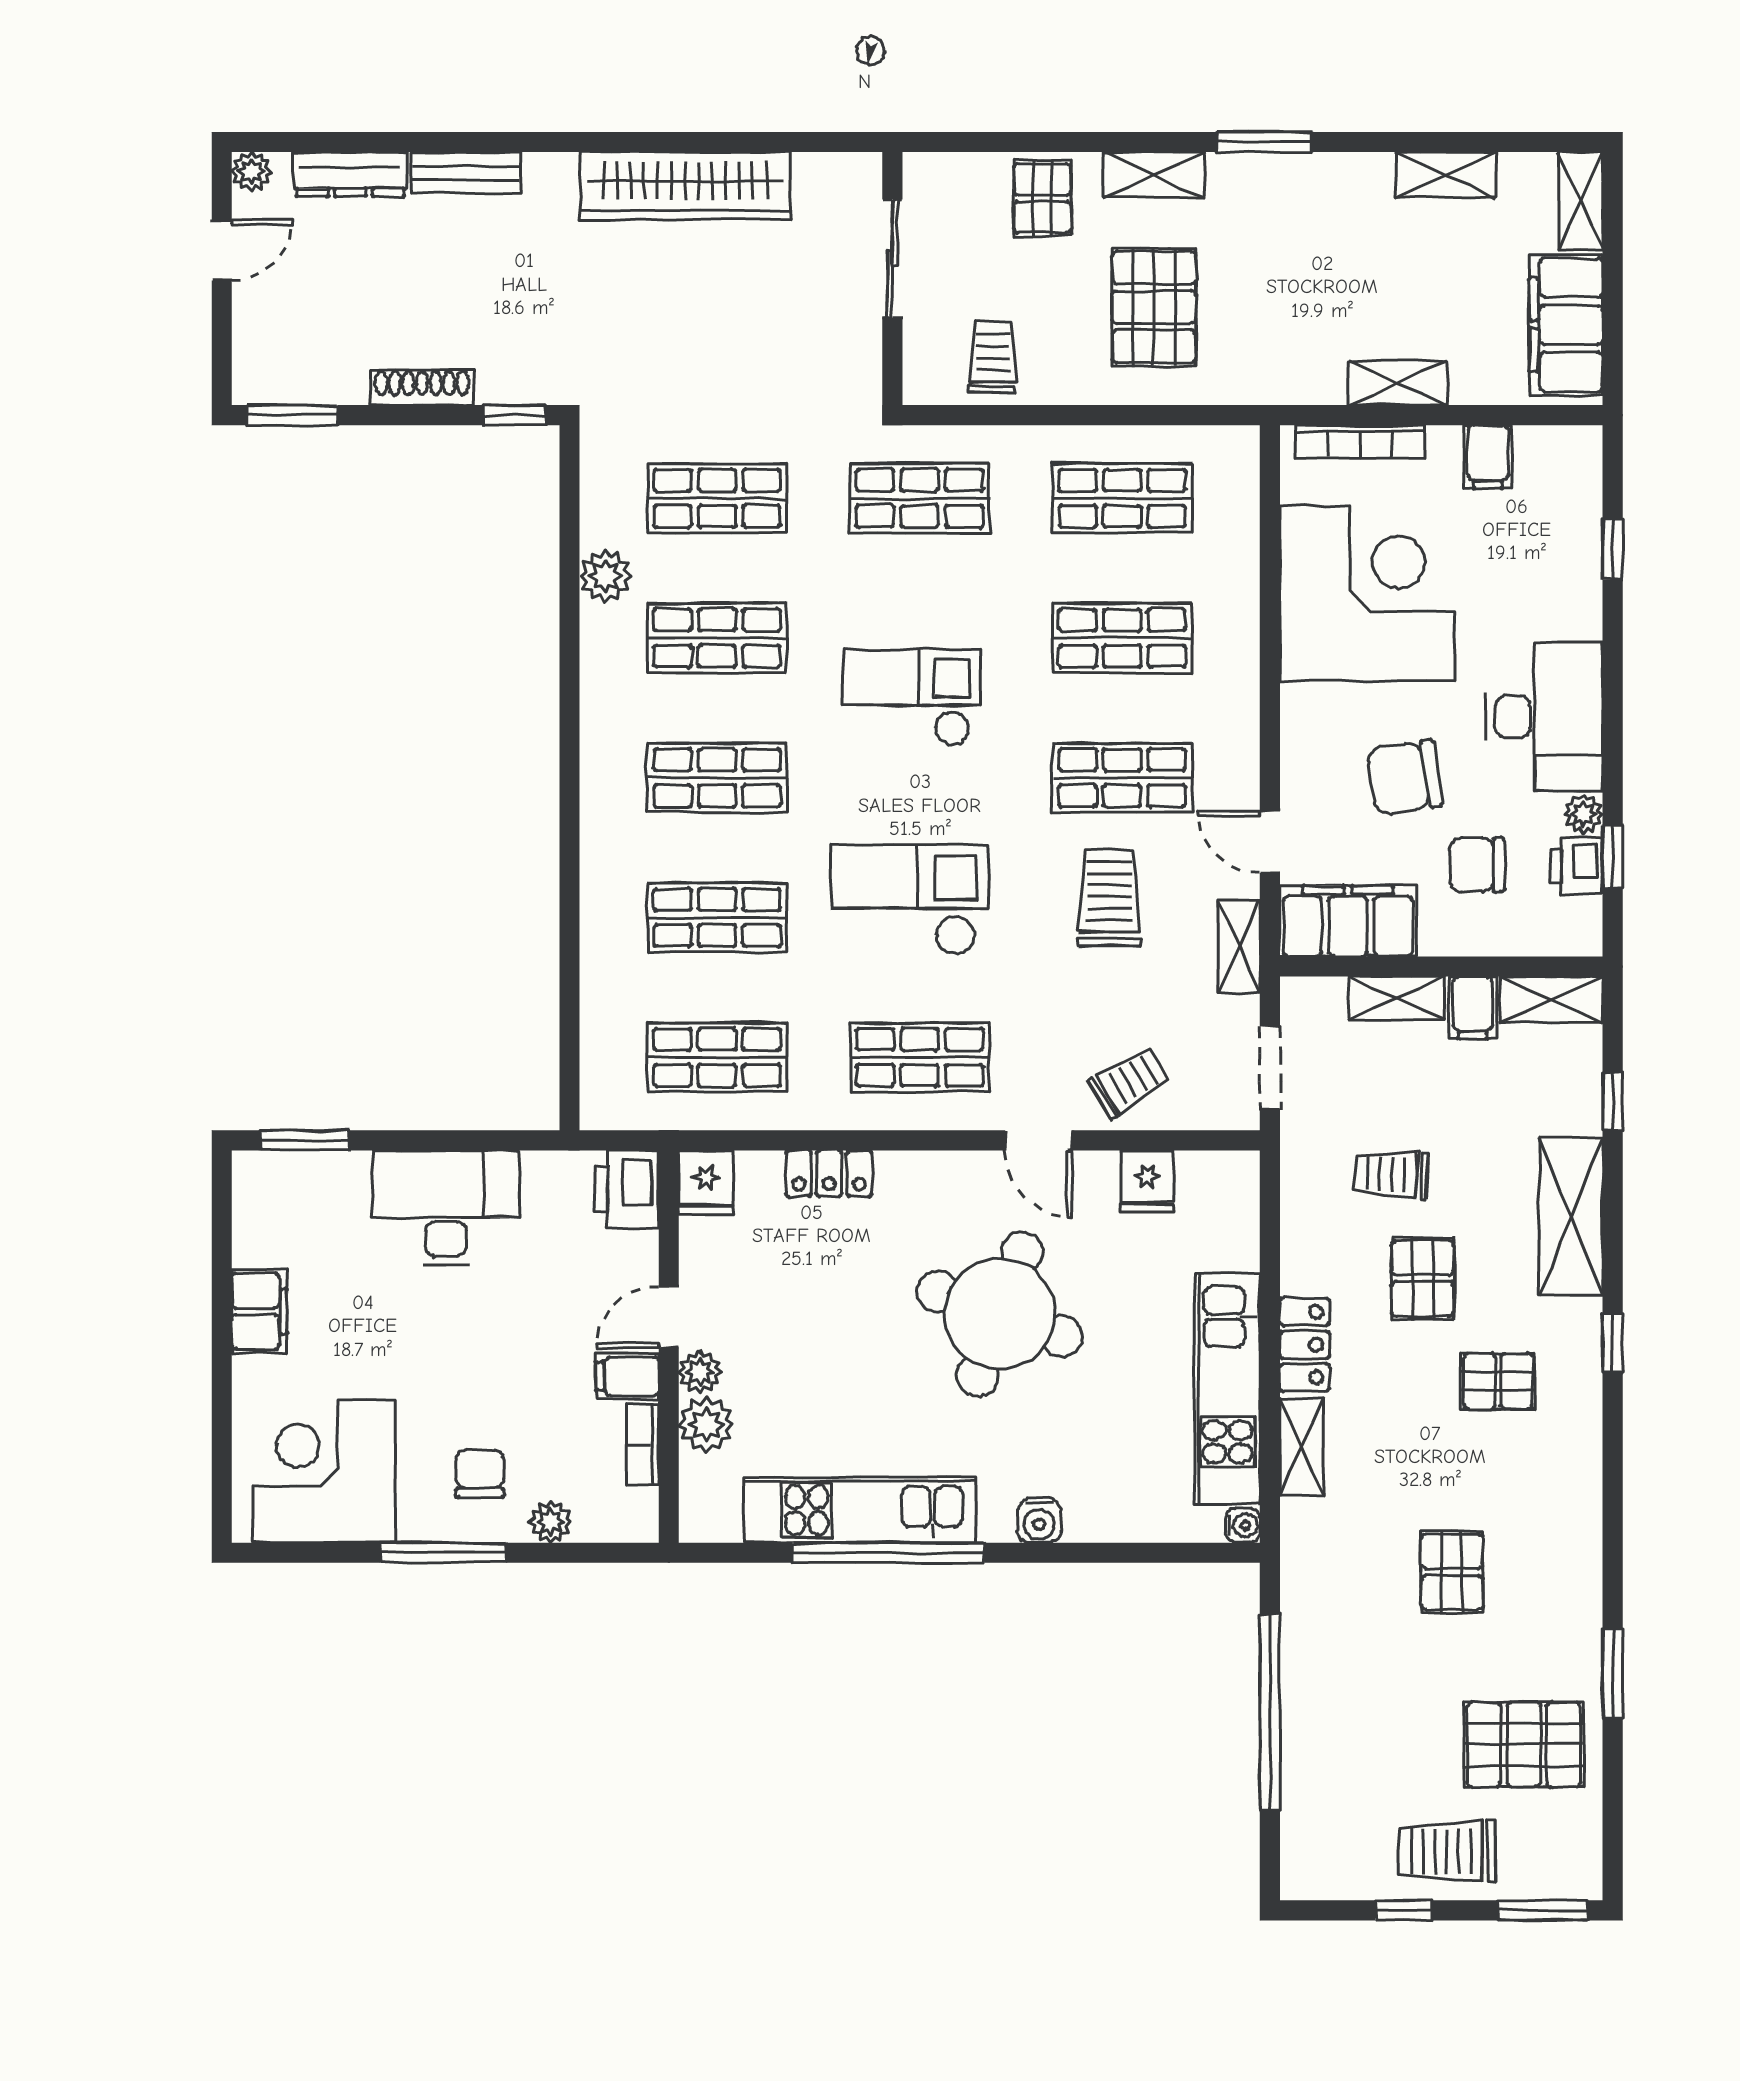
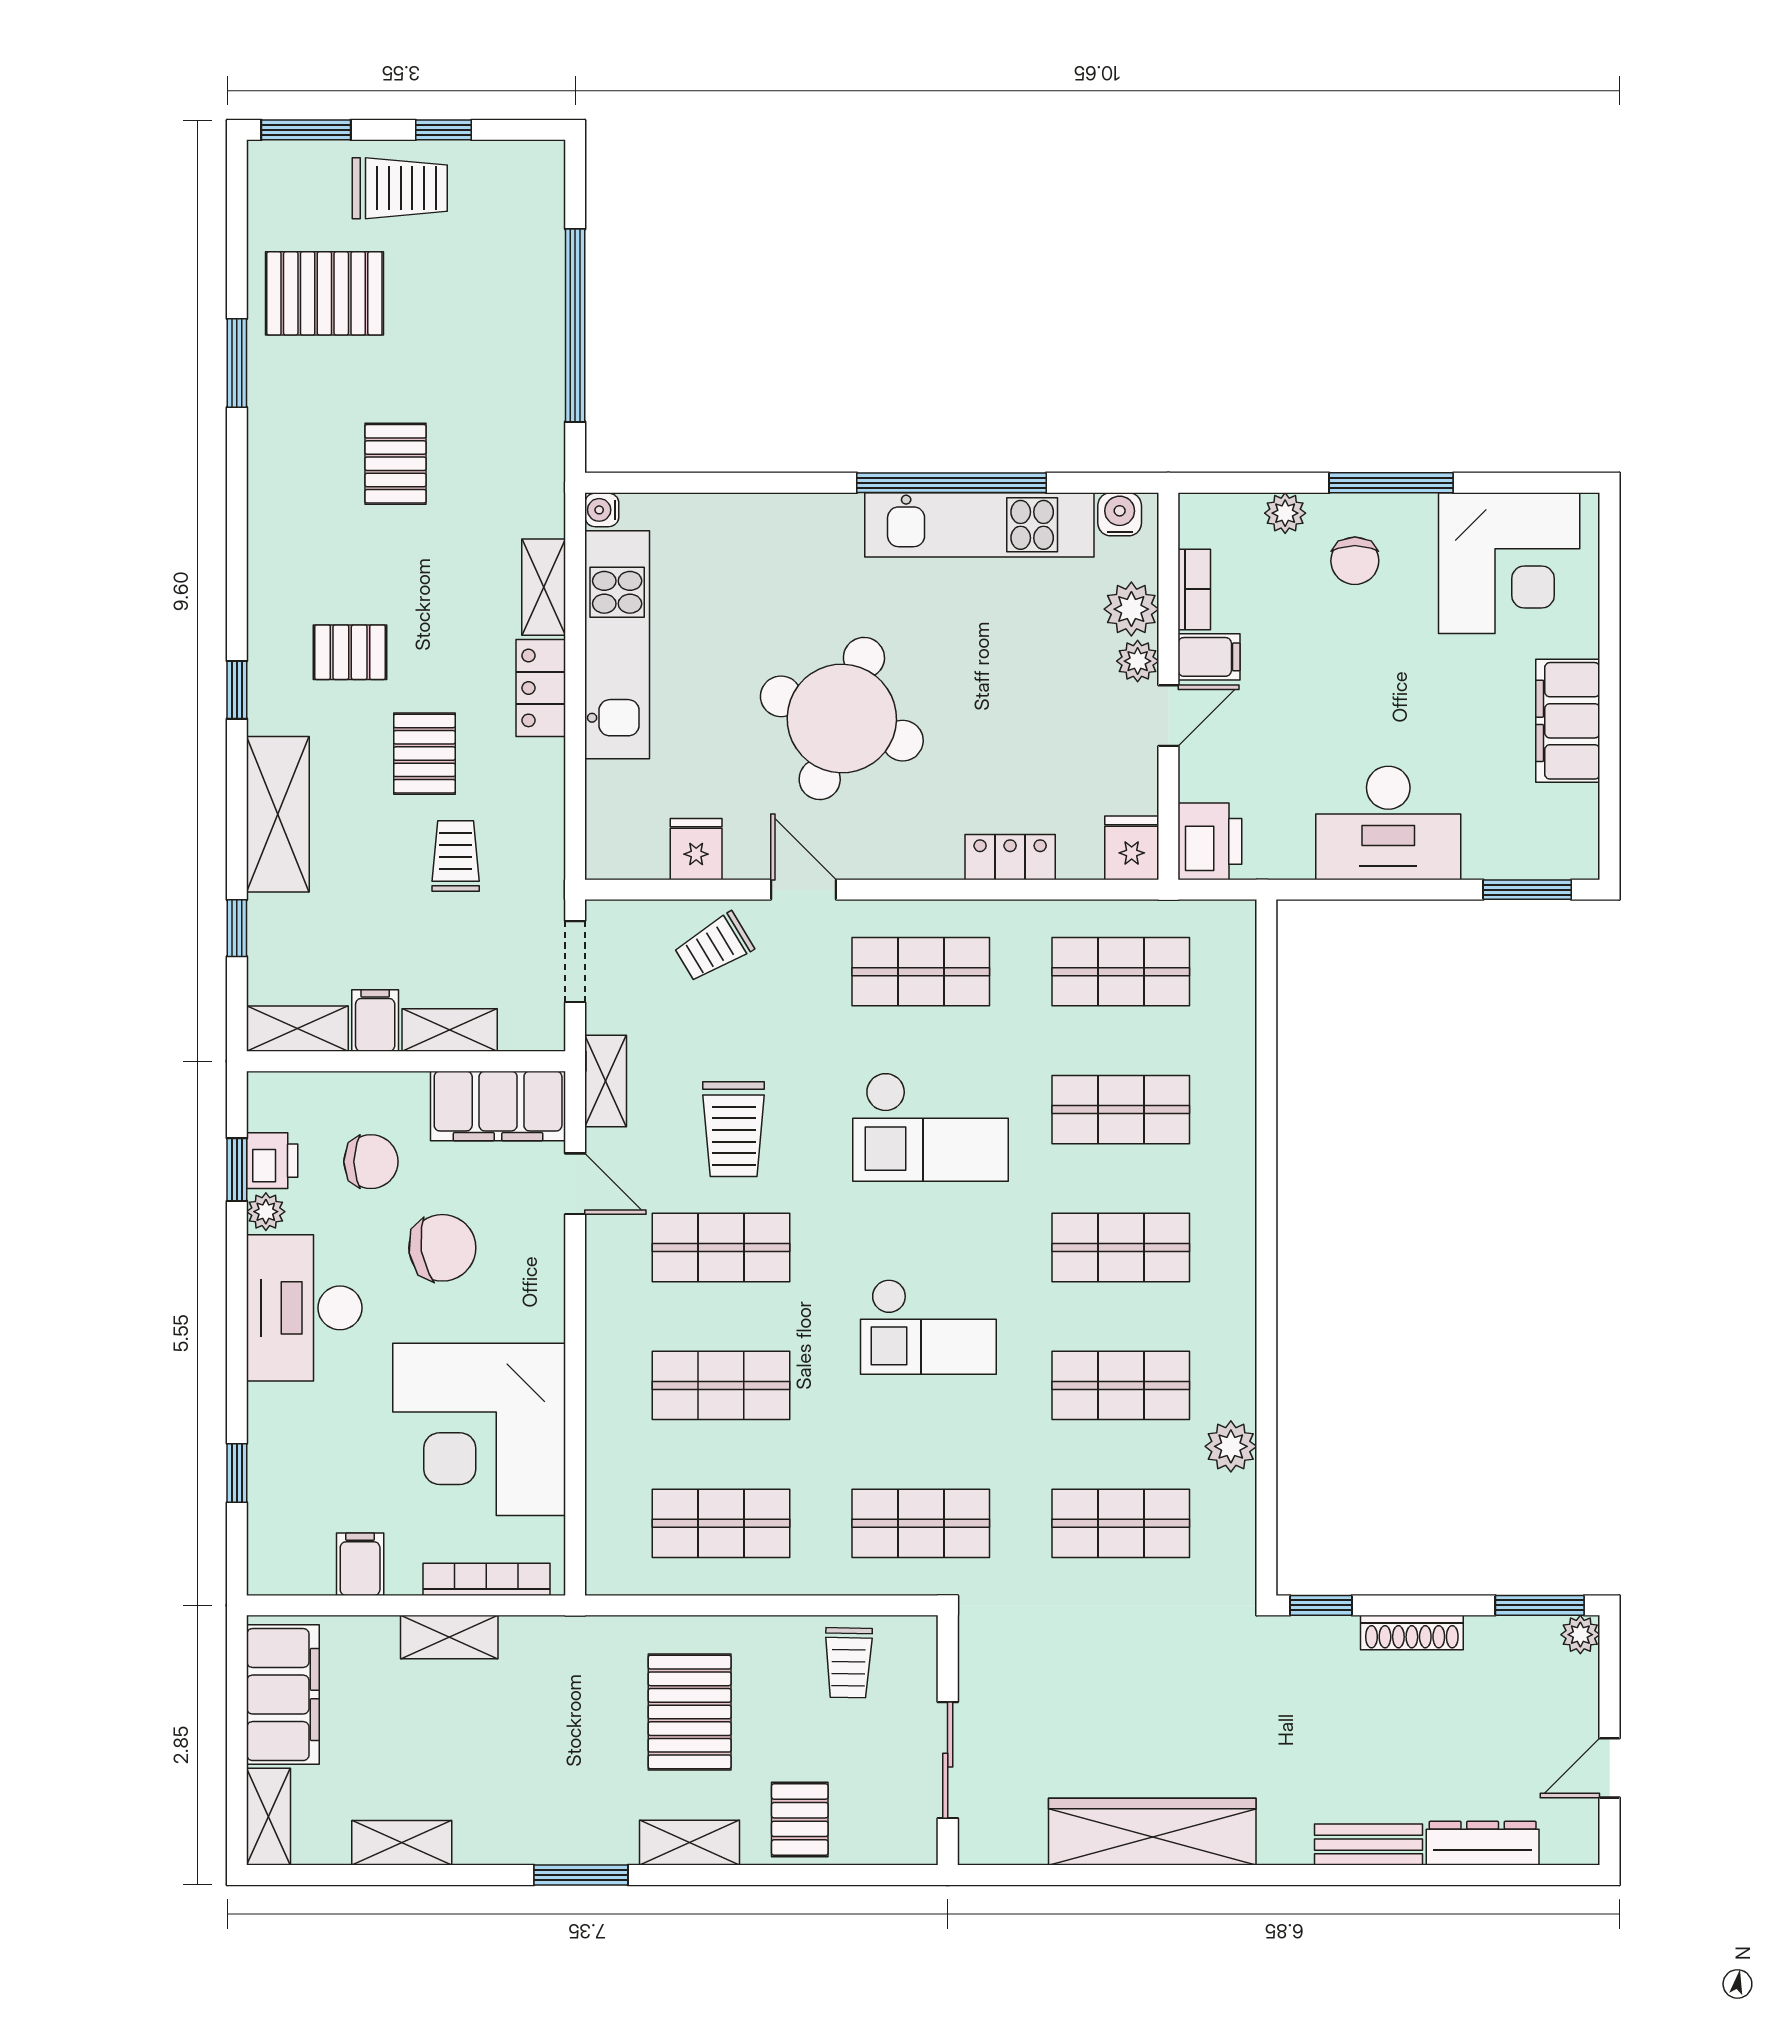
plant: (251, 172) -> (1580, 1635), moved
trolley: (1391, 1174) -> (456, 856), turned -93
filing cabinet: (259, 1311) -> (1568, 721), width x1.50, depth x1.17
water cooler: (1039, 1521) -> (1120, 514), moved

